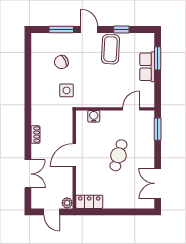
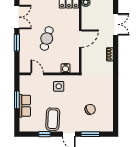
window: (158, 58) -> (17, 100), moved
side table: (67, 90) -> (59, 86), moved
door: (131, 109) -> (37, 74), swing flipped
window: (158, 129) -> (17, 43), moved
double door: (28, 174) -> (116, 24), swing flipped

